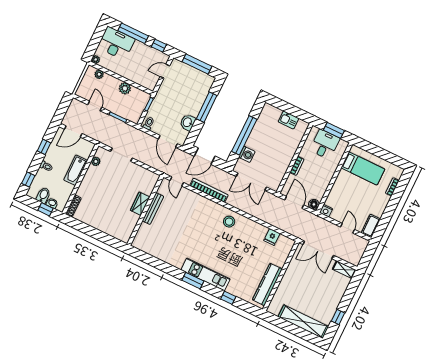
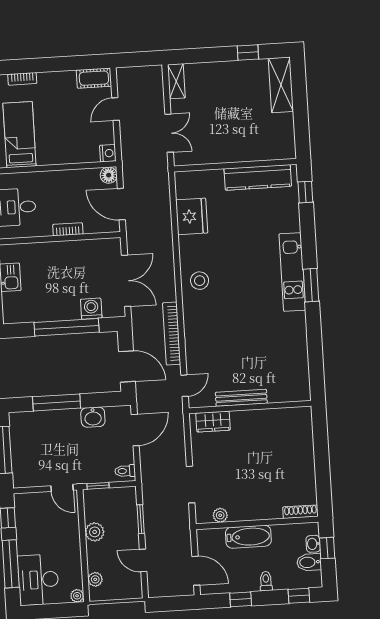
door: (165, 71) -> (62, 488), moved
door: (95, 106) -> (143, 560), hinge flipped
door: (294, 202) -> (121, 204), hinge flipped
wardrobe: (140, 204) -> (213, 422), moved
fridge: (272, 237) -> (192, 216), width x1.88, depth x1.34
double door: (318, 250) -> (169, 133), width x0.73
window: (228, 298) -> (305, 192), moved
shelving: (303, 322) -> (281, 85), width x0.68

